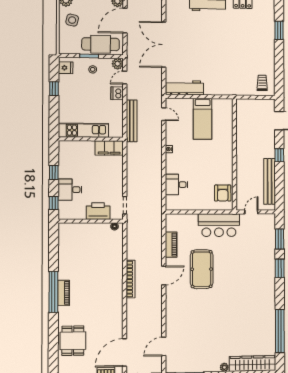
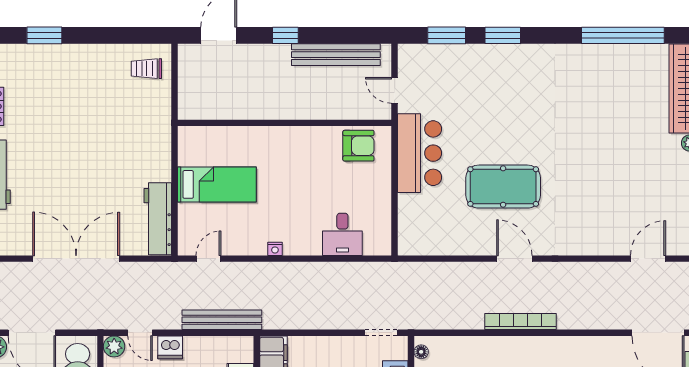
double door: (164, 45) -> (76, 259), swing flipped
piano: (171, 245) -> (456, 245), removed
door: (164, 346) -> (648, 259), swing flipped

